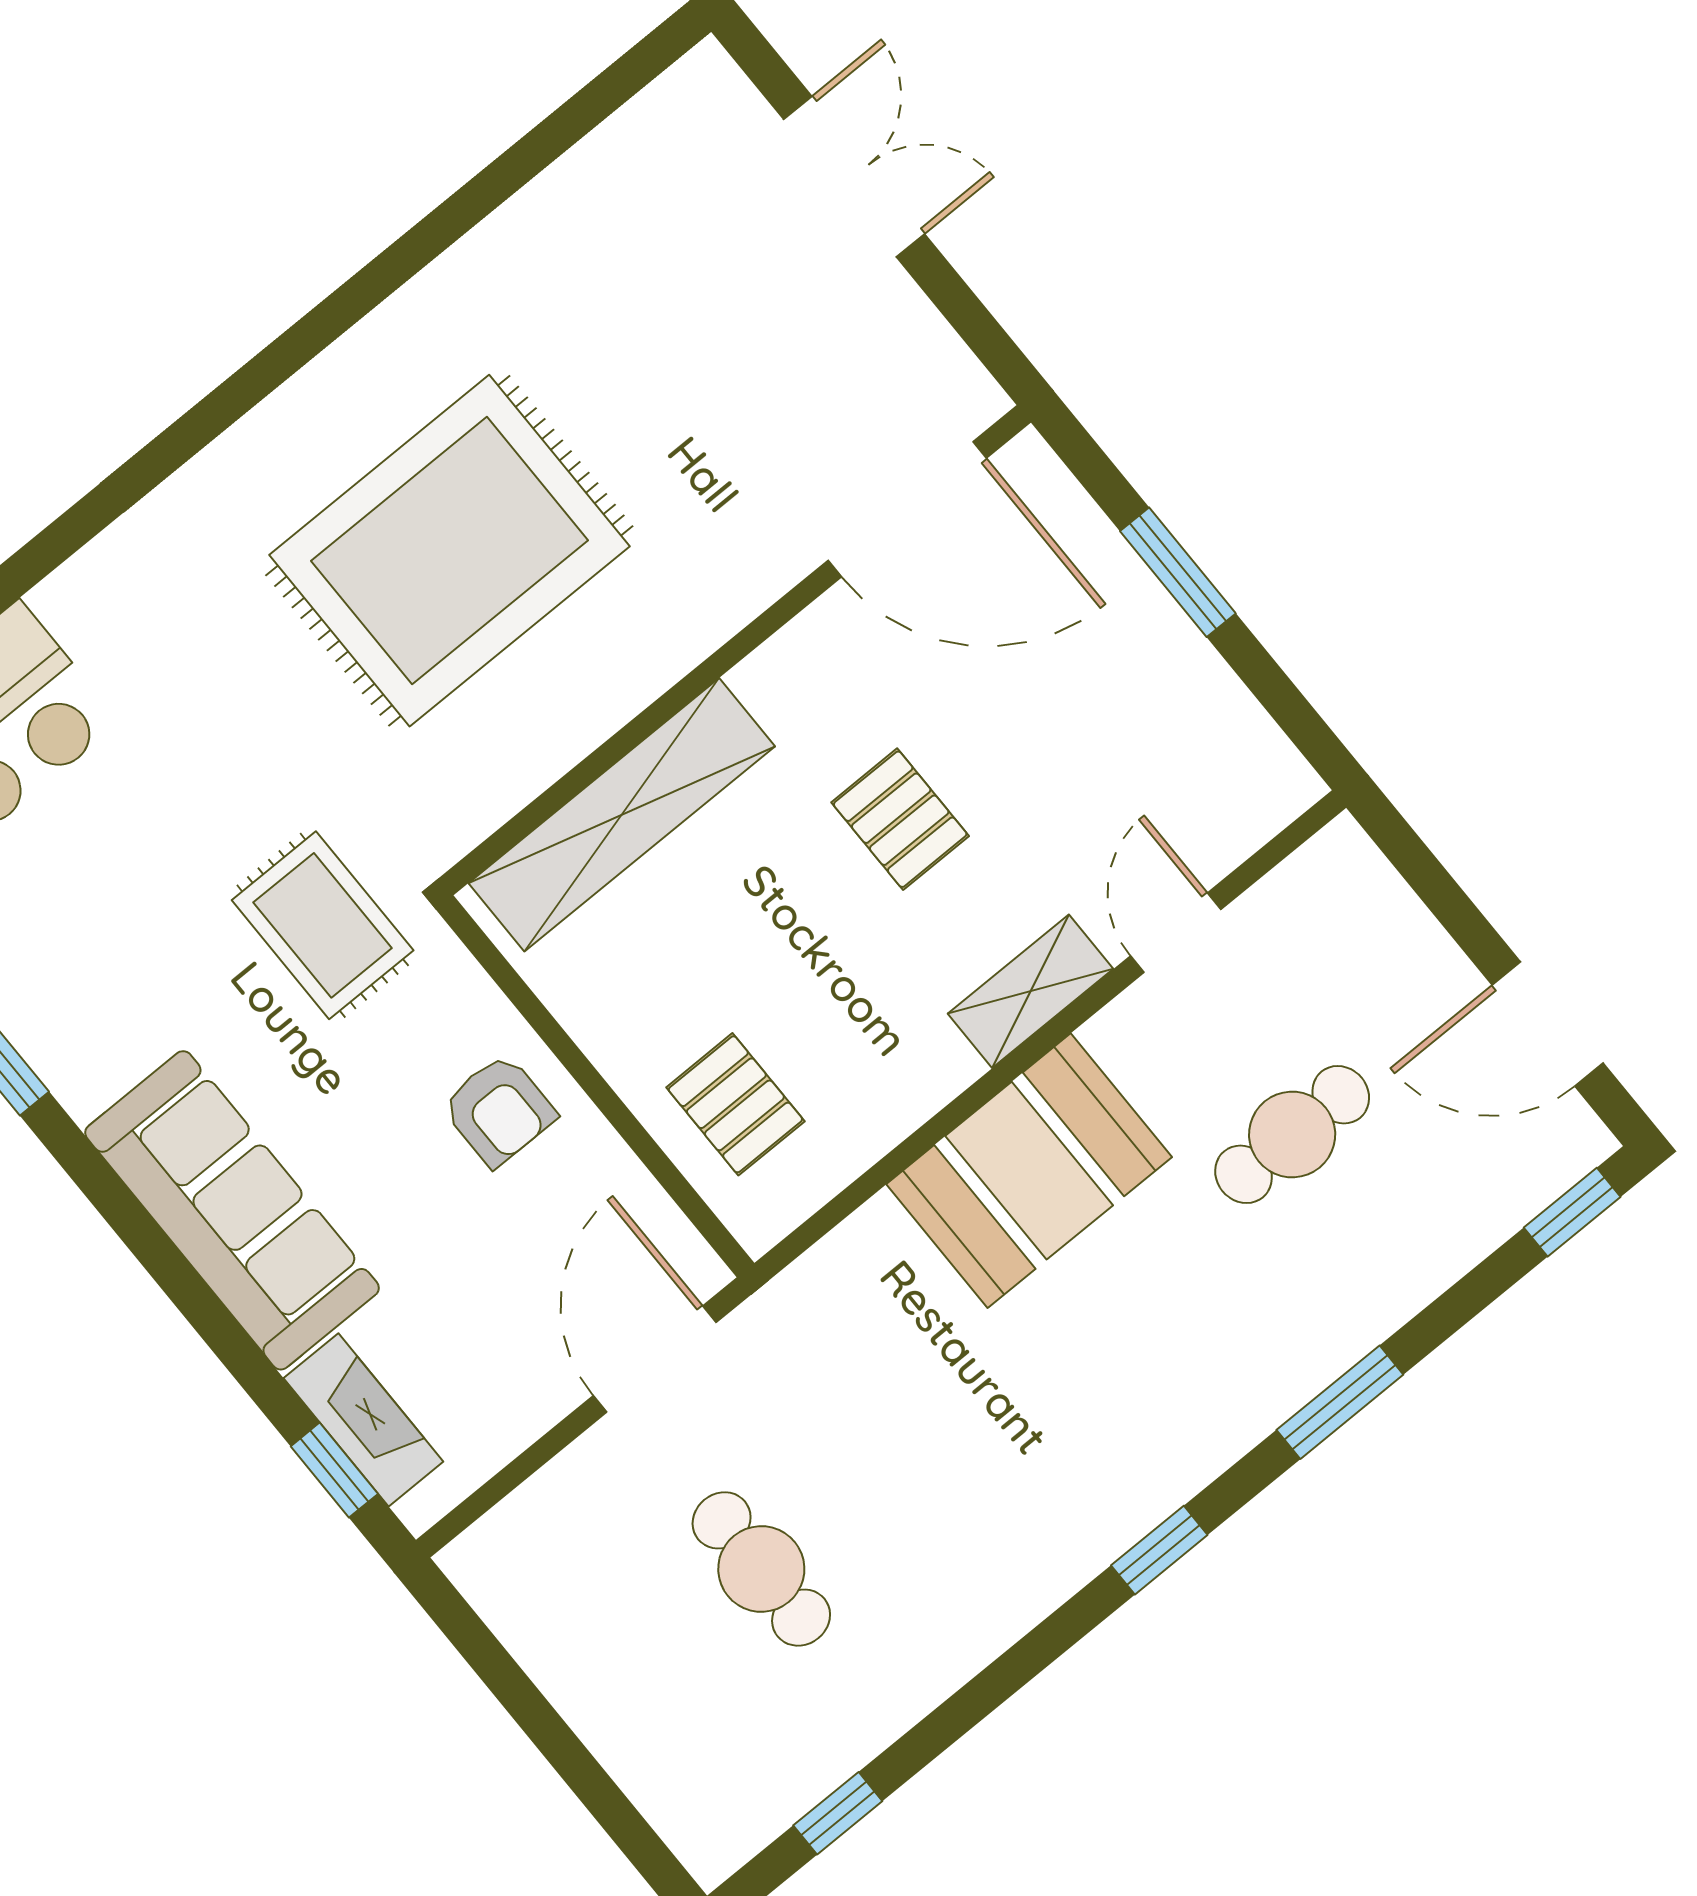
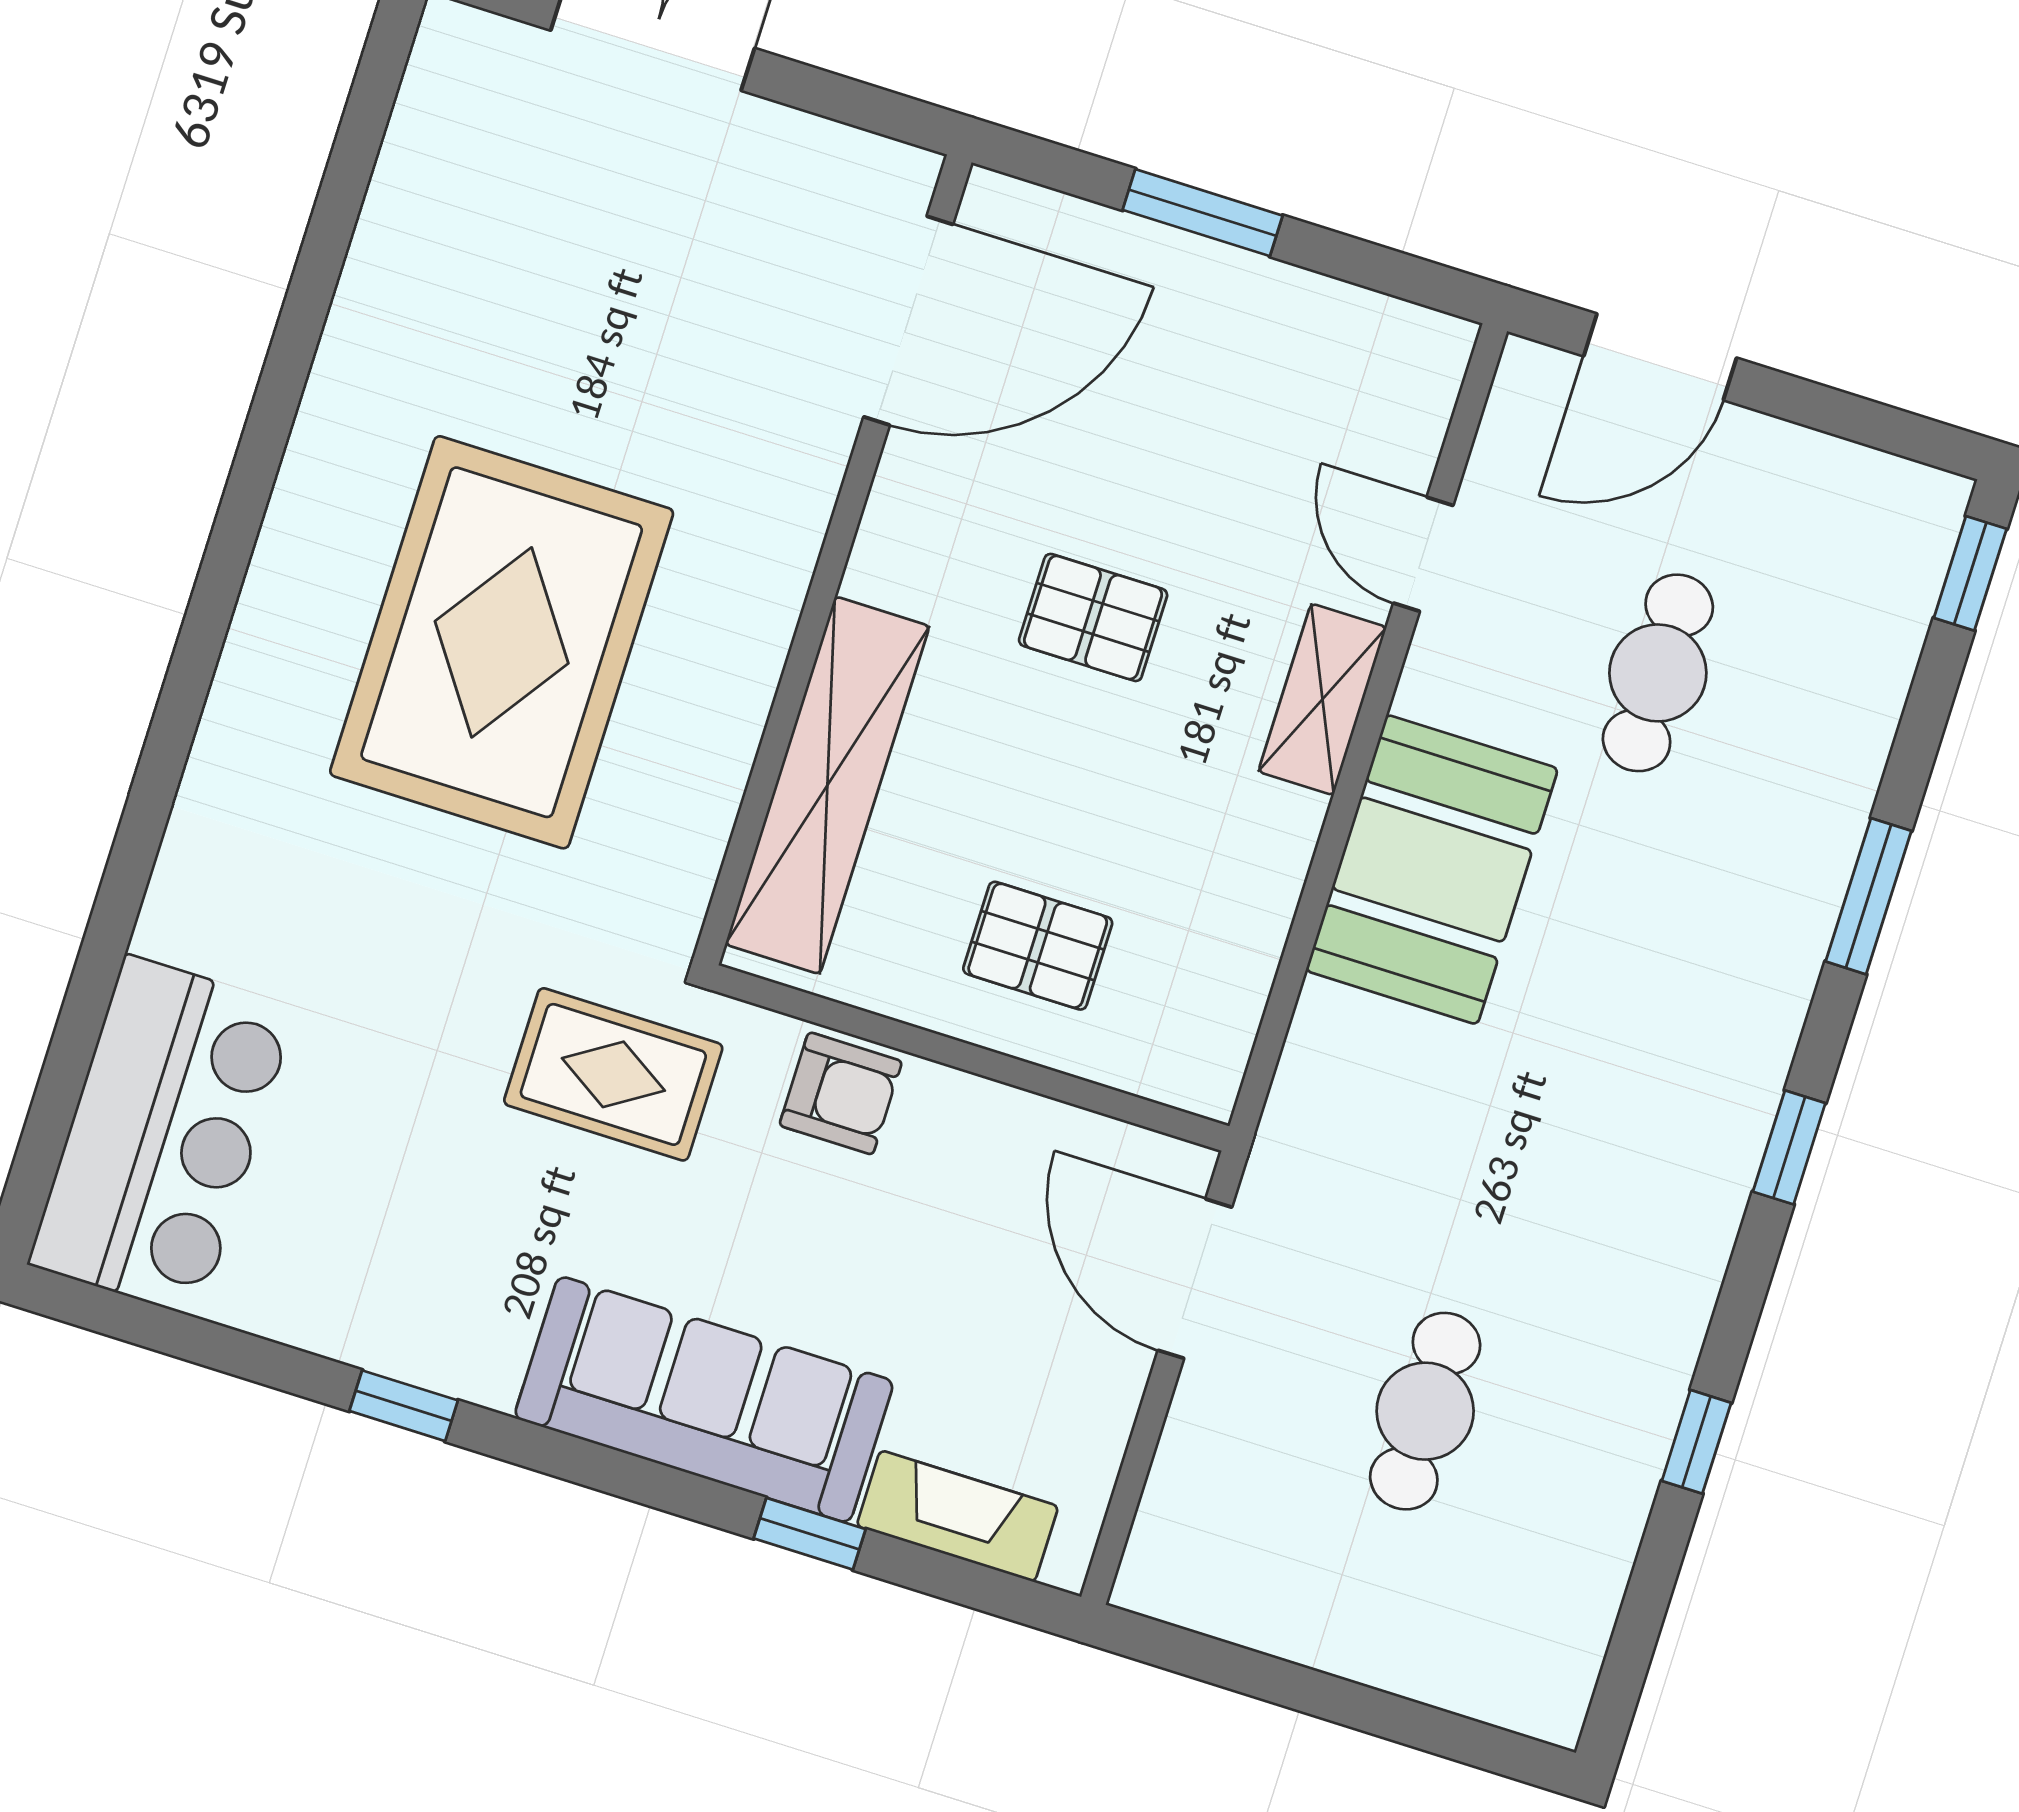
door: (1548, 1024) -> (1660, 357), moved
pallet: (735, 1104) -> (1038, 946), moved
armchair: (499, 1110) -> (841, 1093), moved
window: (334, 1470) -> (810, 1534), moved
cafe table: (761, 1569) -> (1425, 1411), turned 90
window: (838, 1813) -> (1696, 1442), moved

